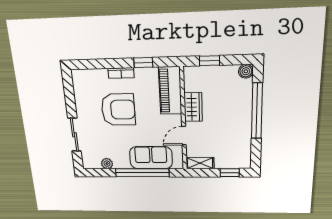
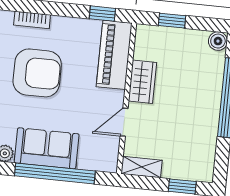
window: (143, 63) -> (102, 14), moved
bookcase: (121, 73) -> (32, 20), moved
sofa: (151, 158) -> (47, 148), moved

